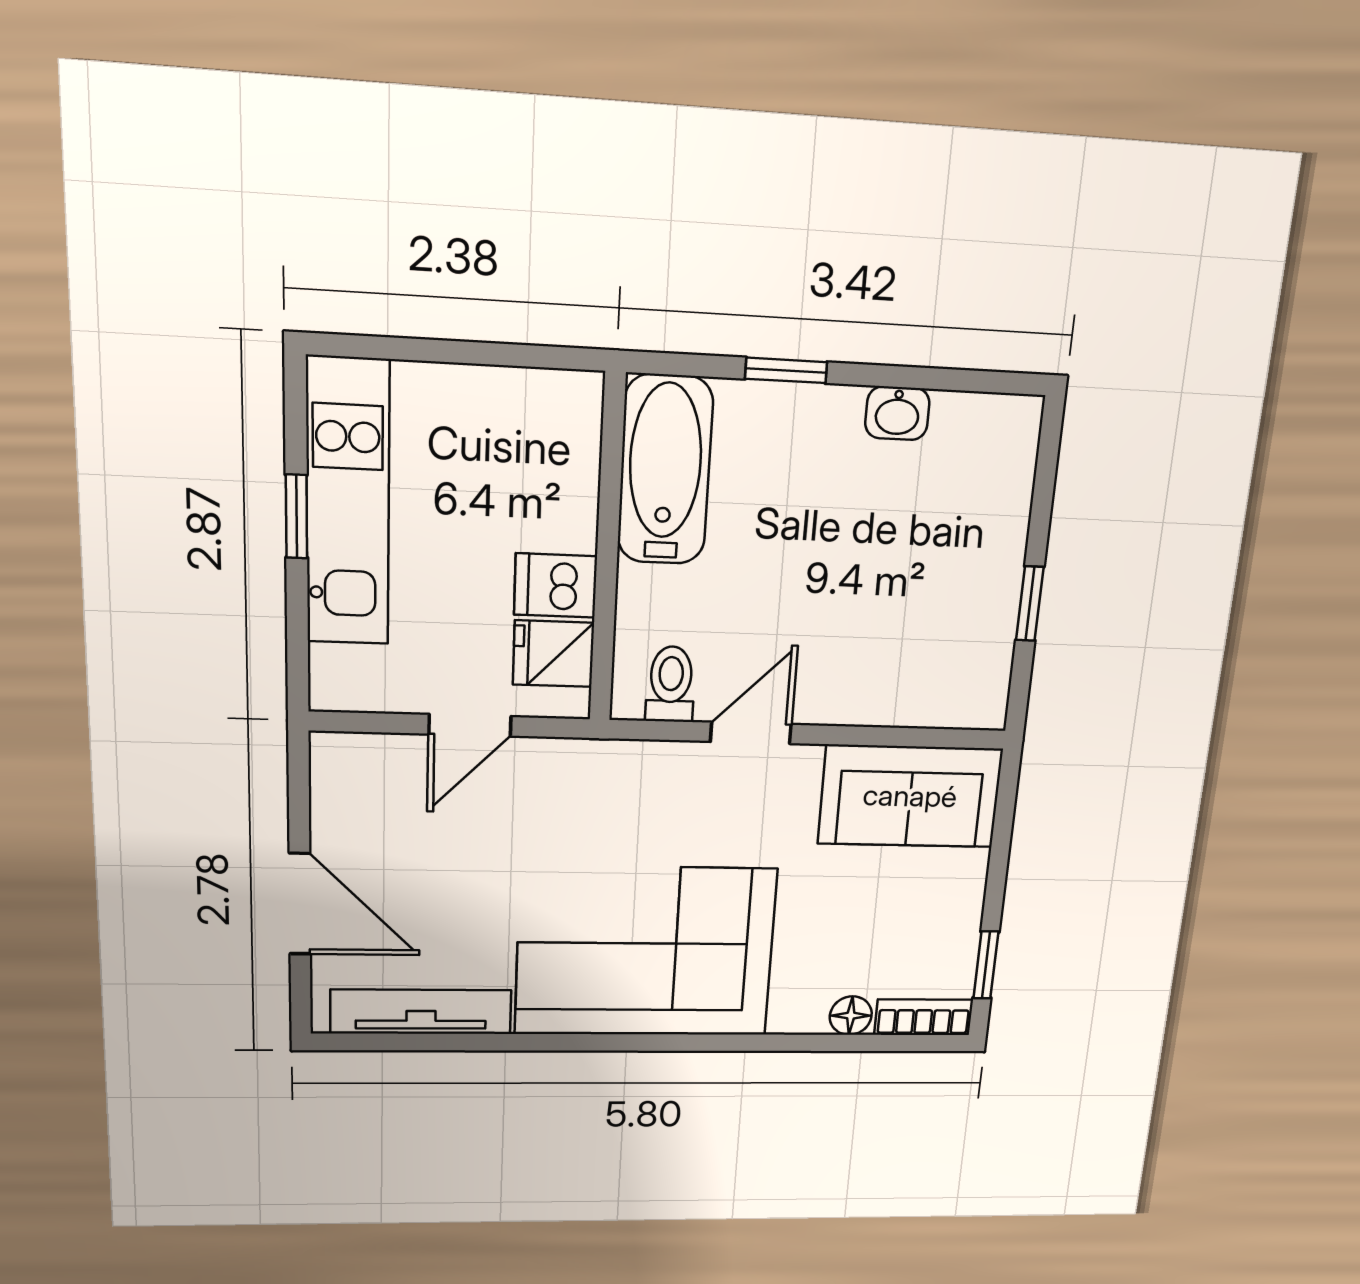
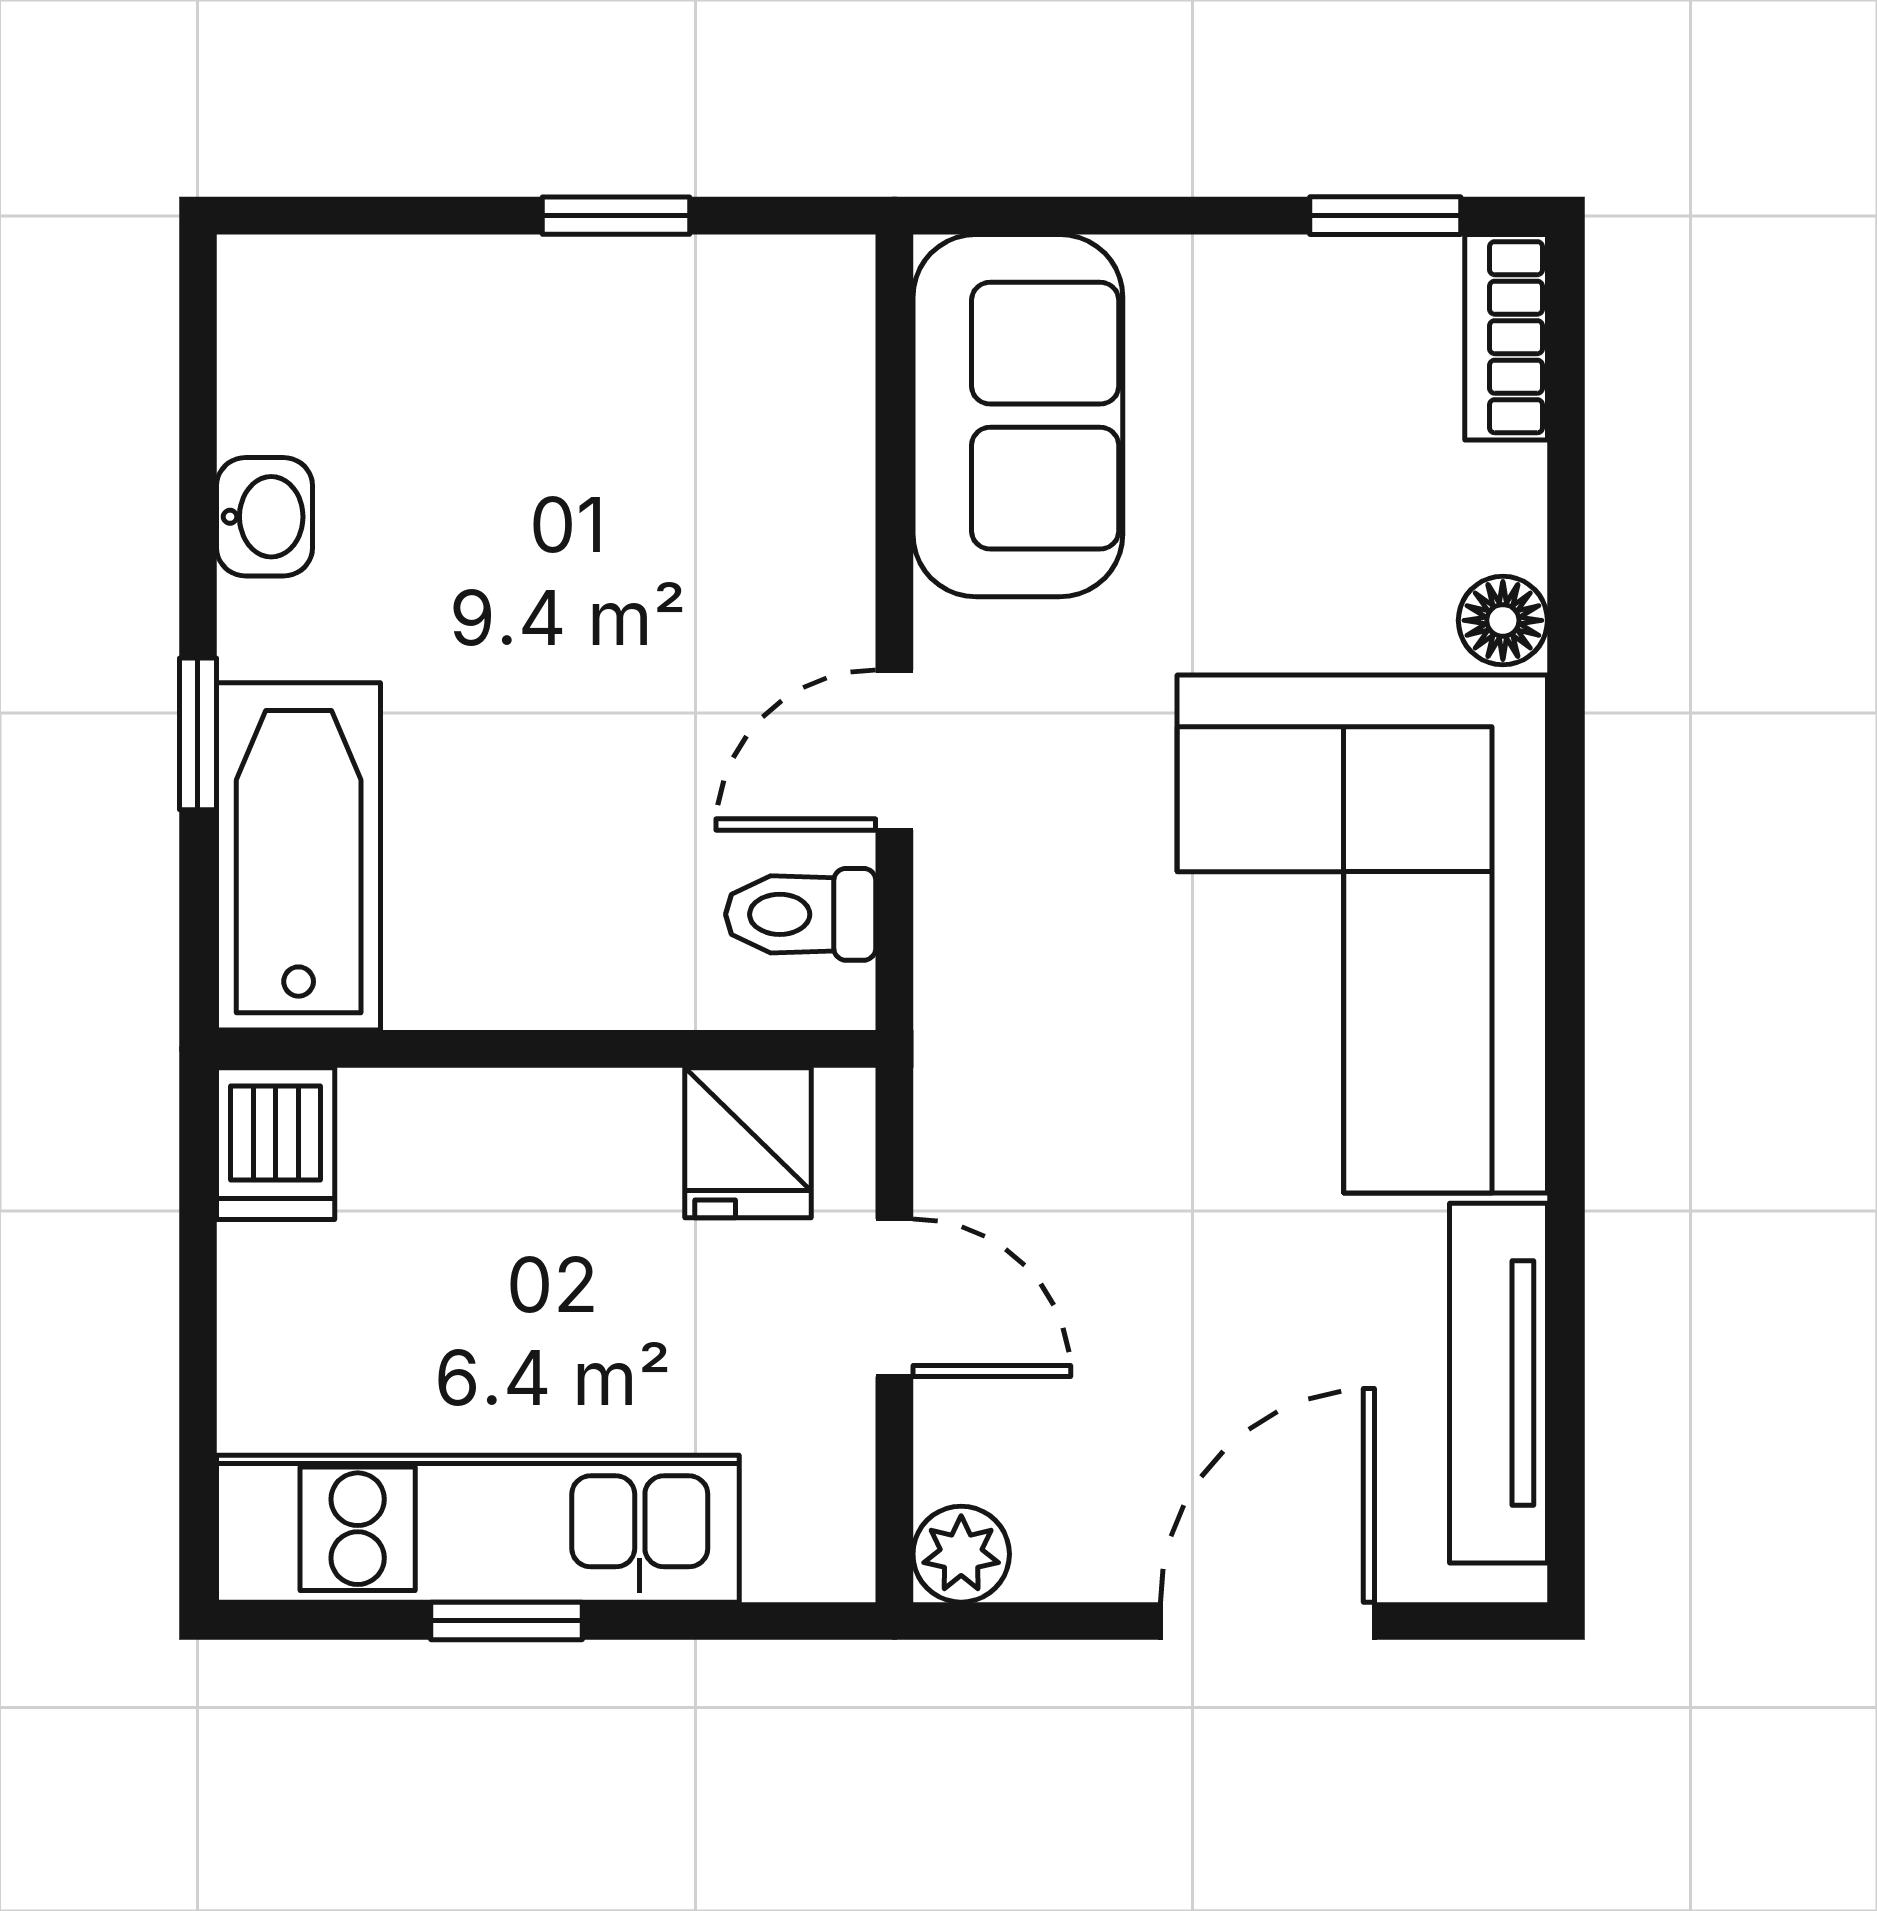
bathtub: (665, 470) -> (299, 856), moved, turned 90
dishwasher: (556, 585) -> (276, 1144), moved
door: (751, 733) -> (894, 750), hinge flipped
plant: (334, 755) -> (961, 1554), added
floor lamp: (851, 1016) -> (1503, 620), moved

